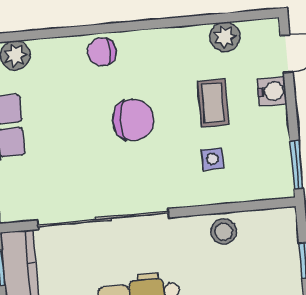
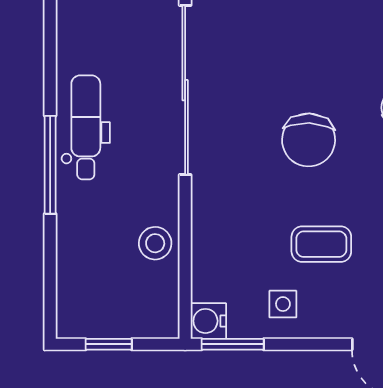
water cooler: (272, 91) -> (208, 321), moved, turned 90
side table: (212, 159) -> (283, 304), moved

